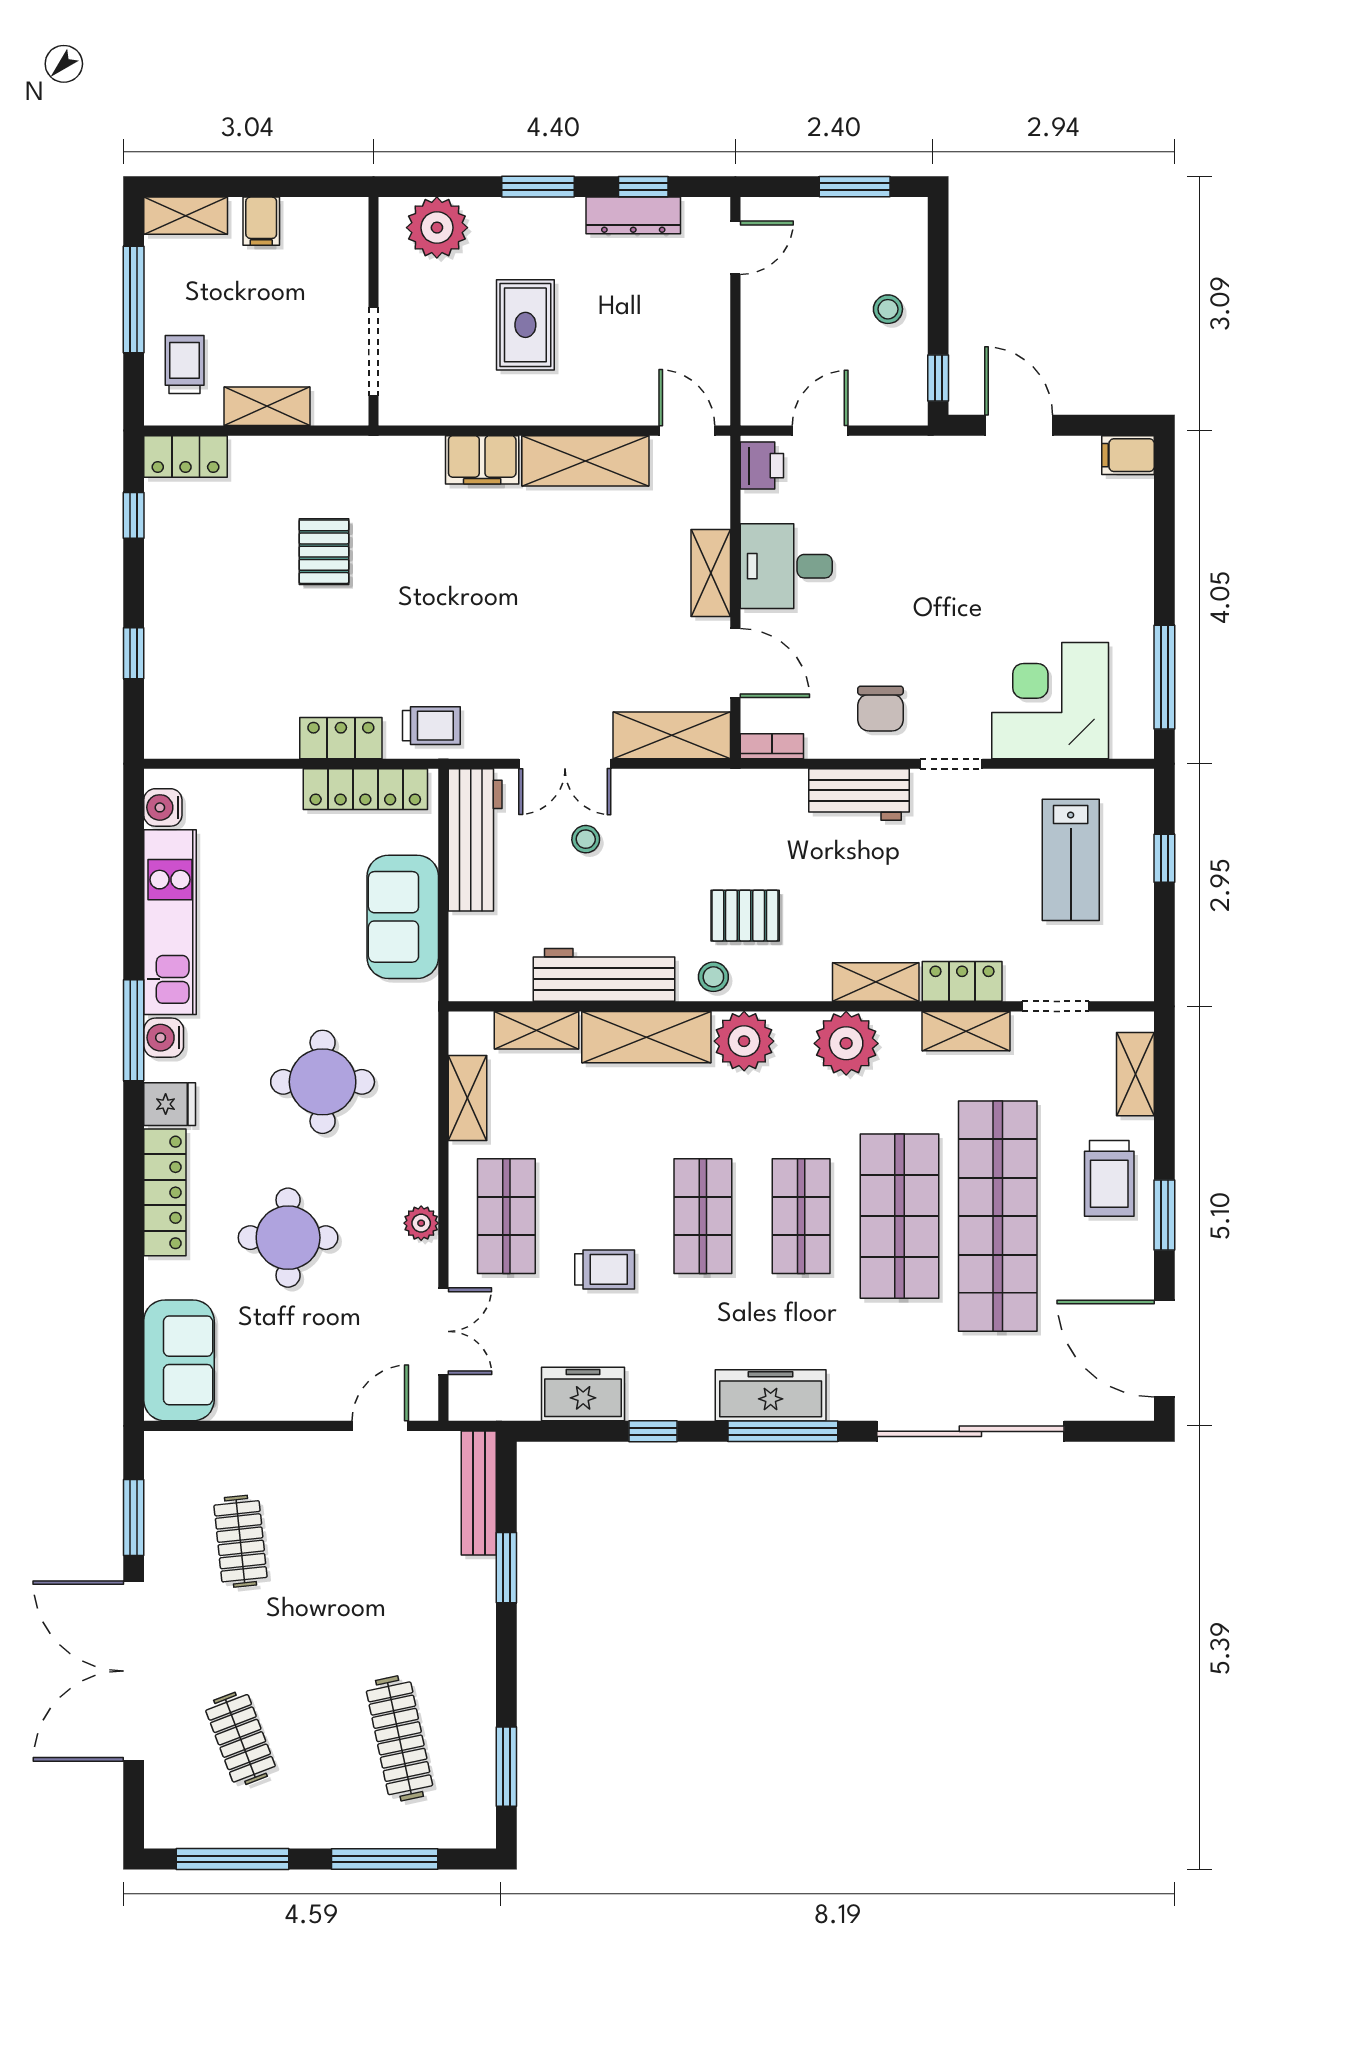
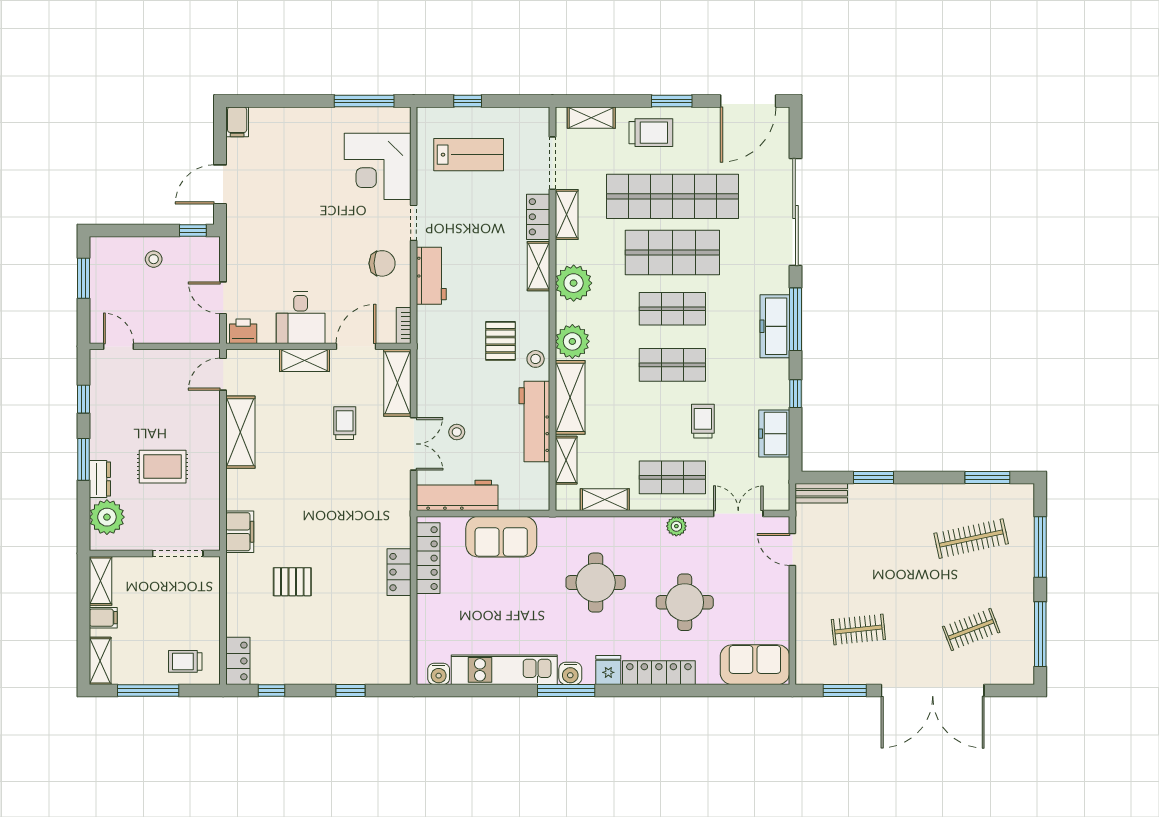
dresser: (633, 215) -> (100, 479), moved, width x0.70
shelving: (267, 406) -> (100, 581), moved
filing cabinet: (482, 460) -> (240, 532), moved
trolley: (431, 726) -> (345, 423), moved
doorway: (1056, 1006) -> (552, 163), width x1.38
bench: (479, 1493) -> (821, 493), width x0.73

